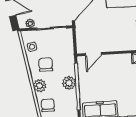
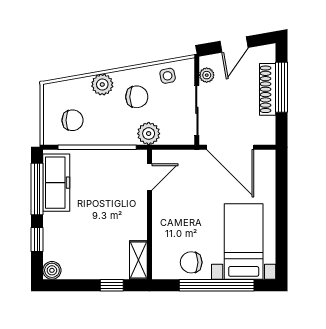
door: (93, 54) -> (149, 177), swing flipped
plant: (69, 83) -> (149, 134), moved
chair: (48, 105) -> (73, 120), moved

